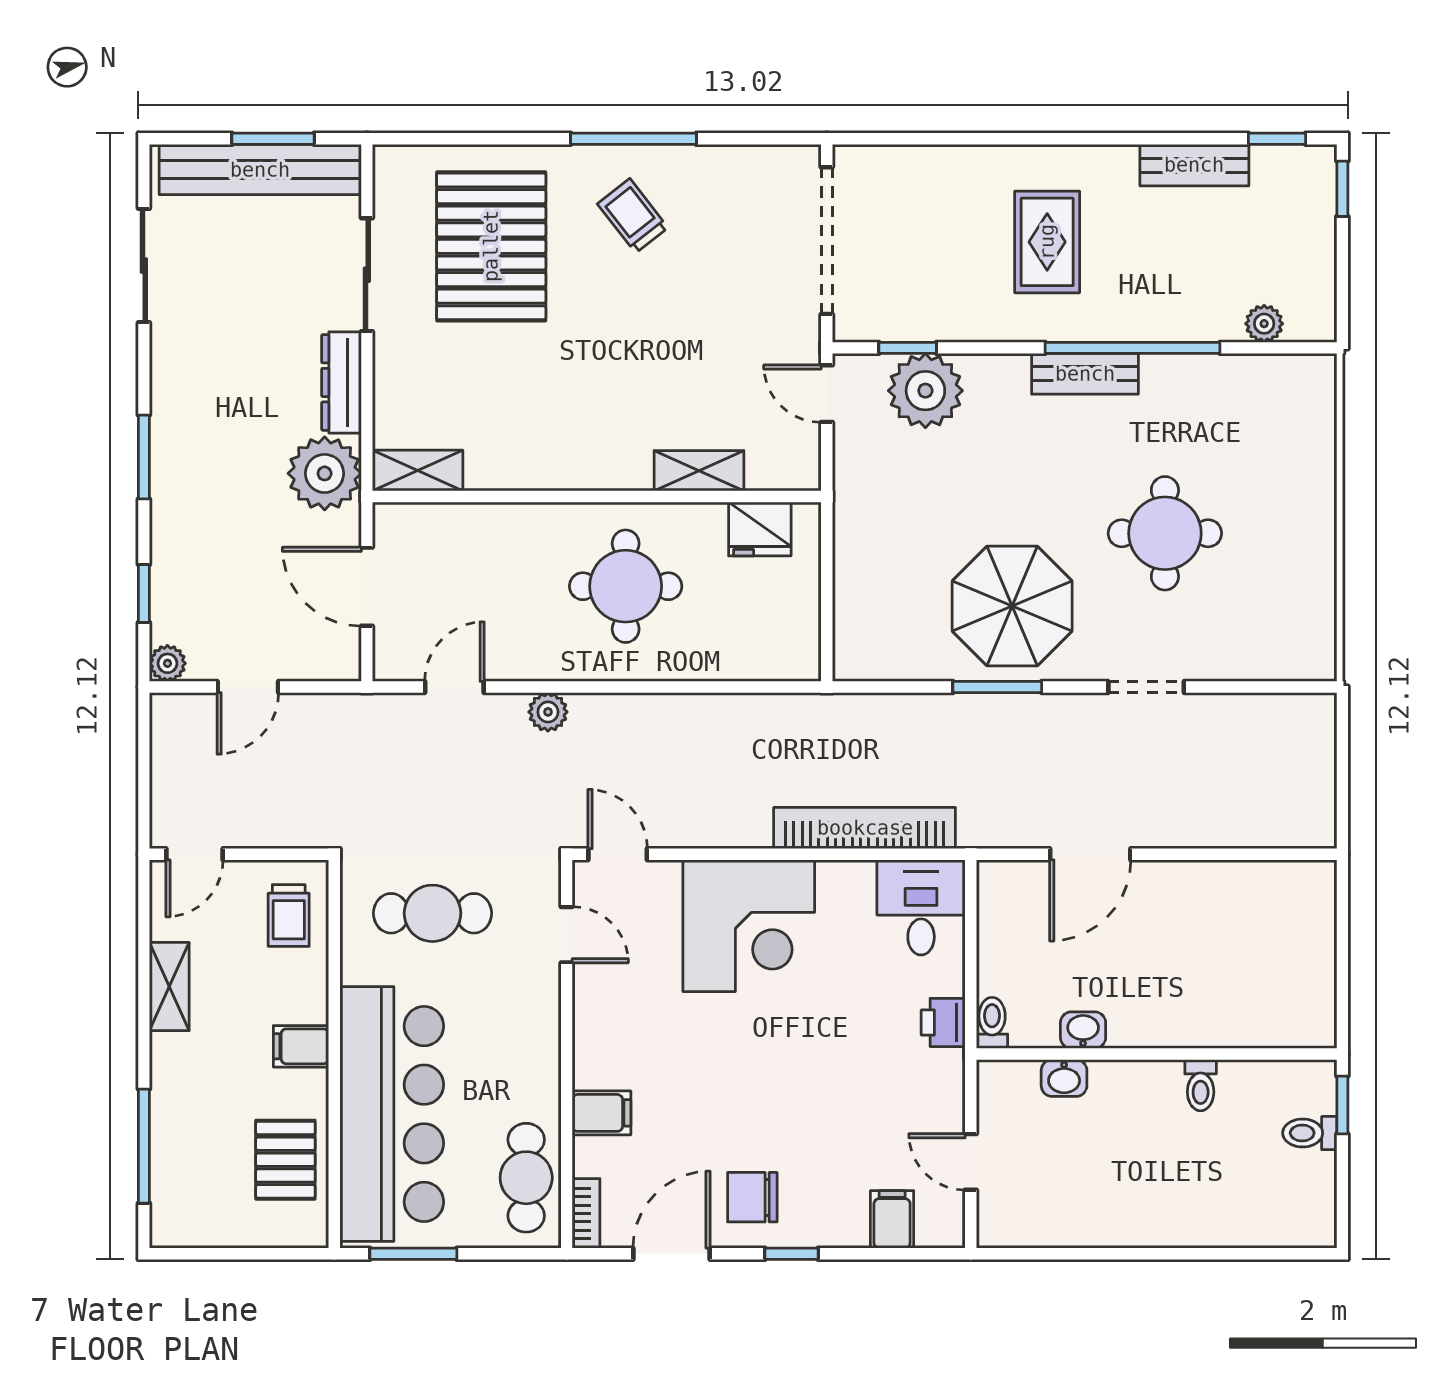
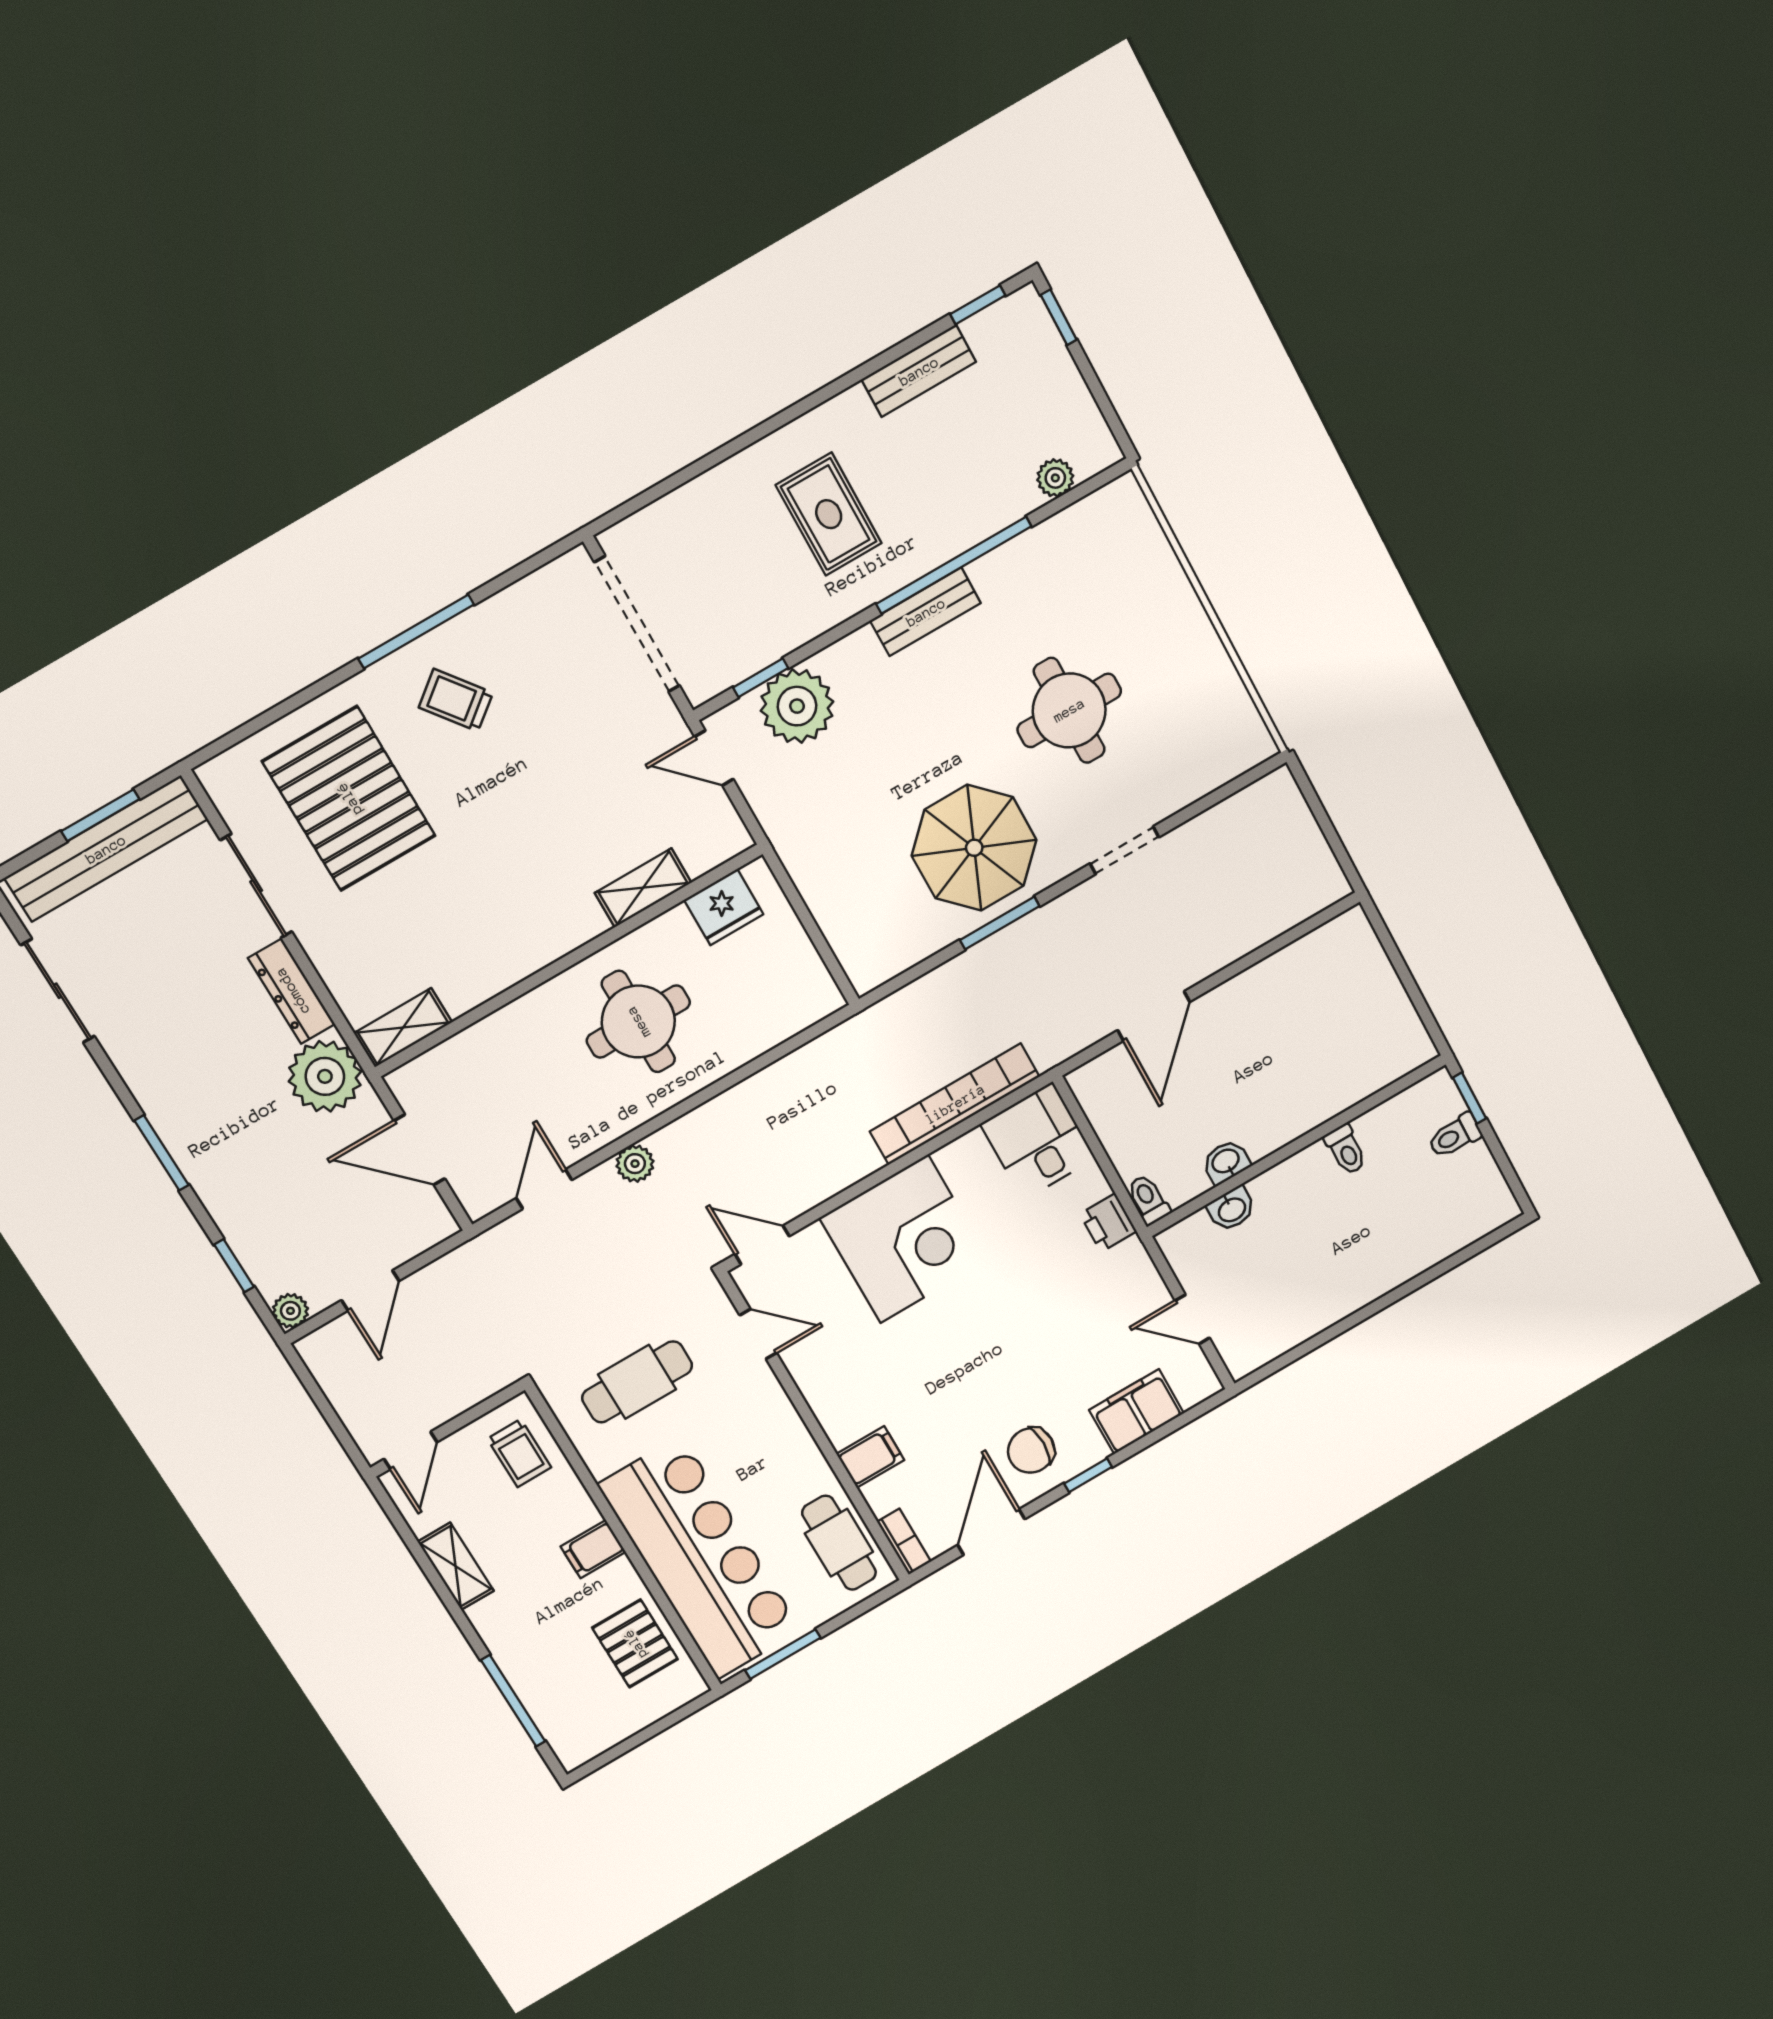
filing cabinet: (892, 1219) -> (1137, 1412), width x2.00

